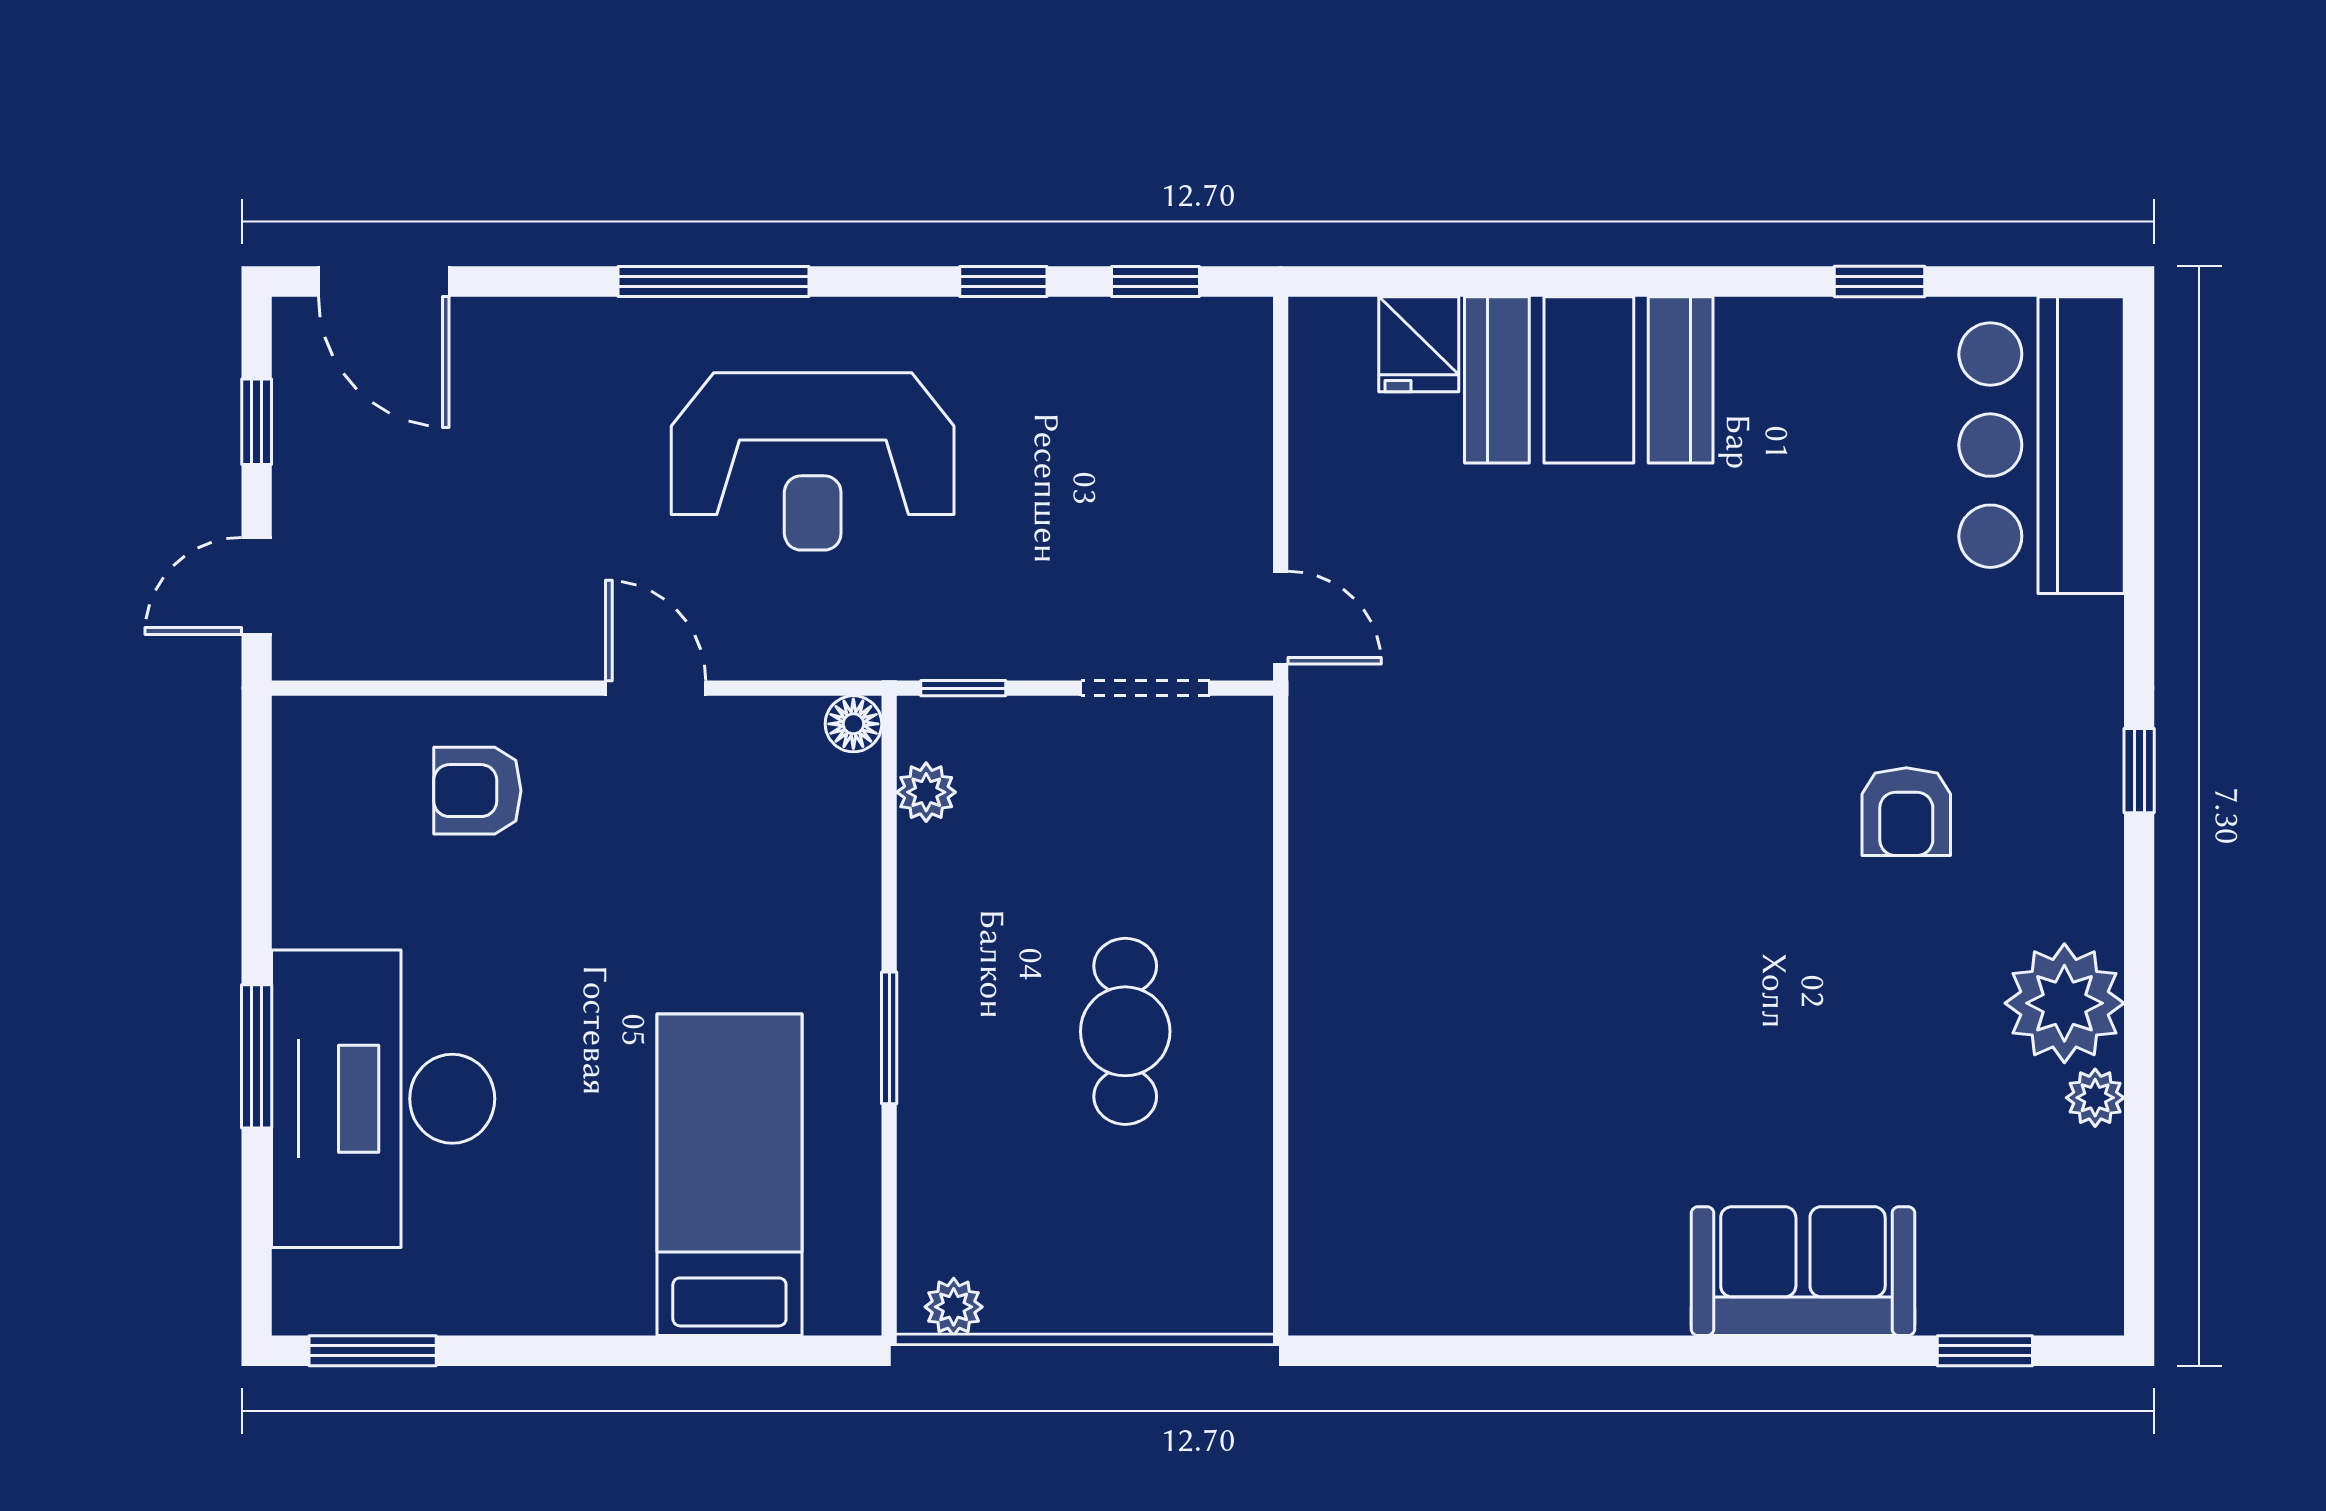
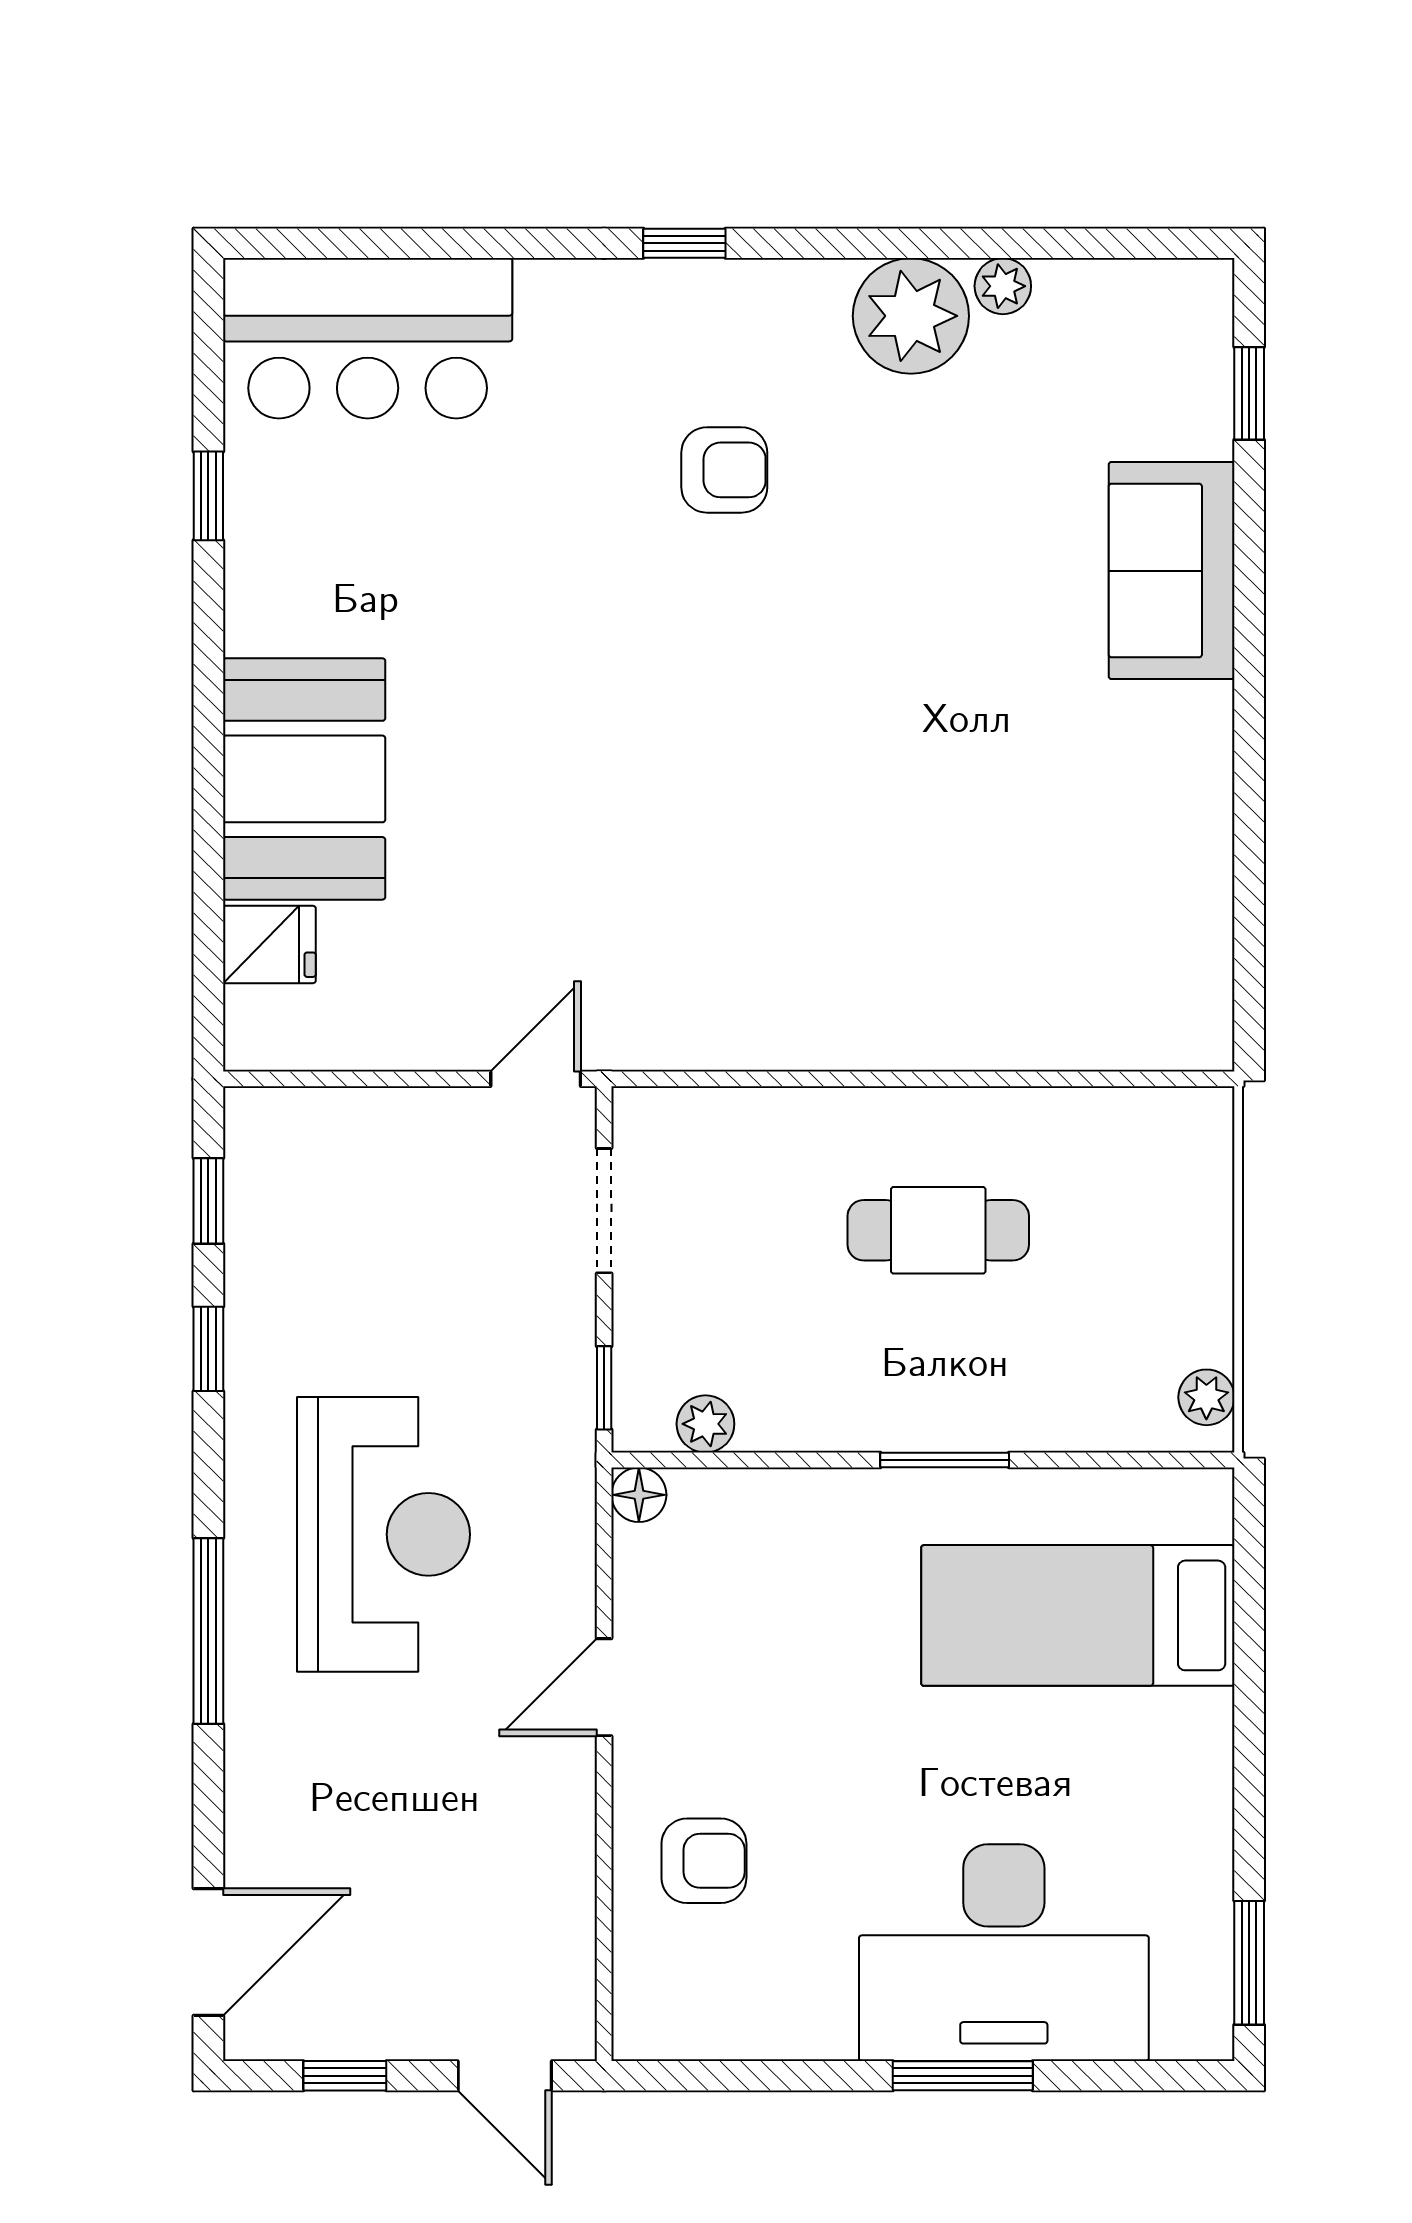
armchair: (477, 791) -> (704, 1861), turned -90

